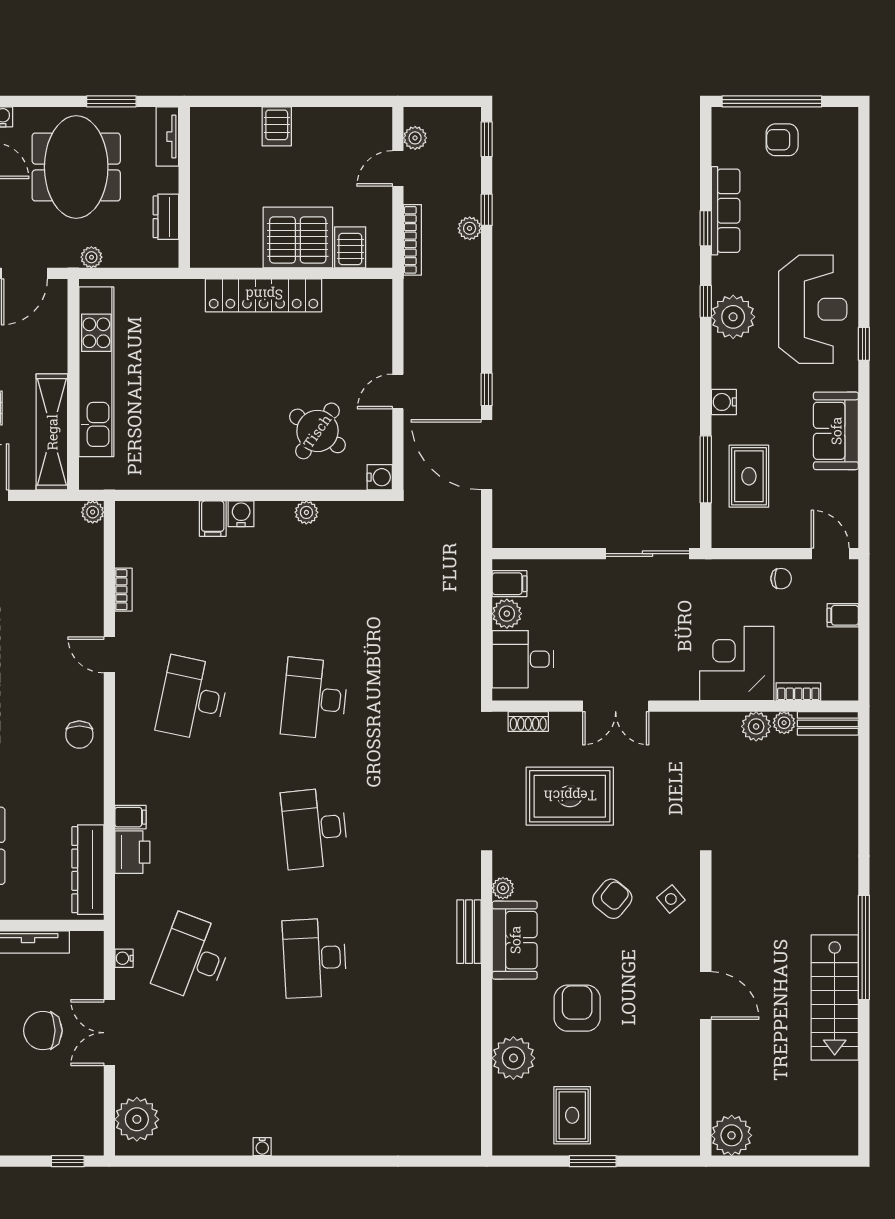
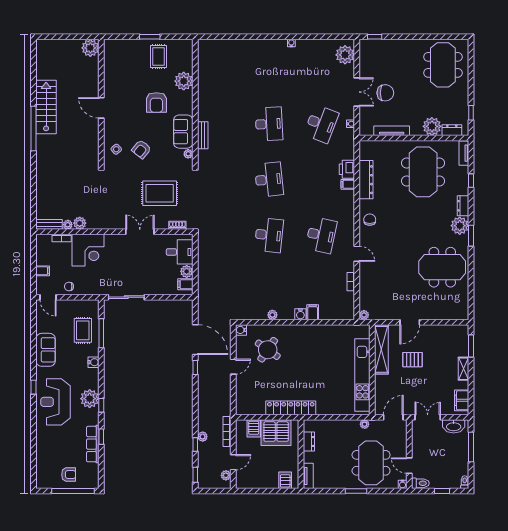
tv unit: (167, 137) -> (308, 476), moved
wall: (184, 187) -> (301, 454), moved
dresser: (166, 217) -> (309, 442), moved
dresser: (88, 870) -> (366, 180), moved

